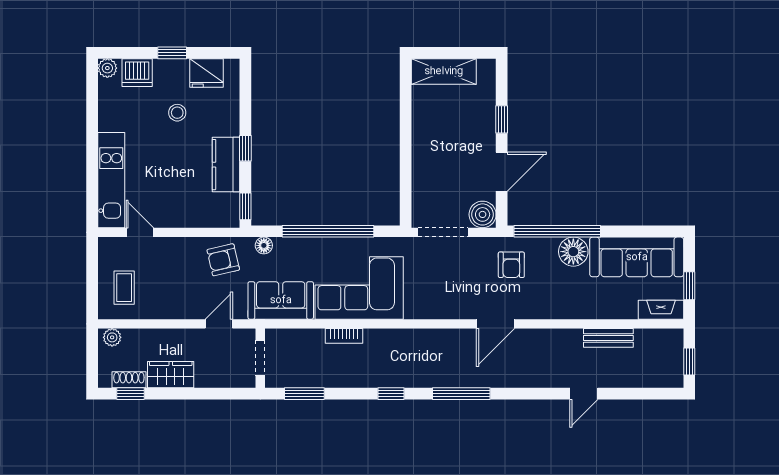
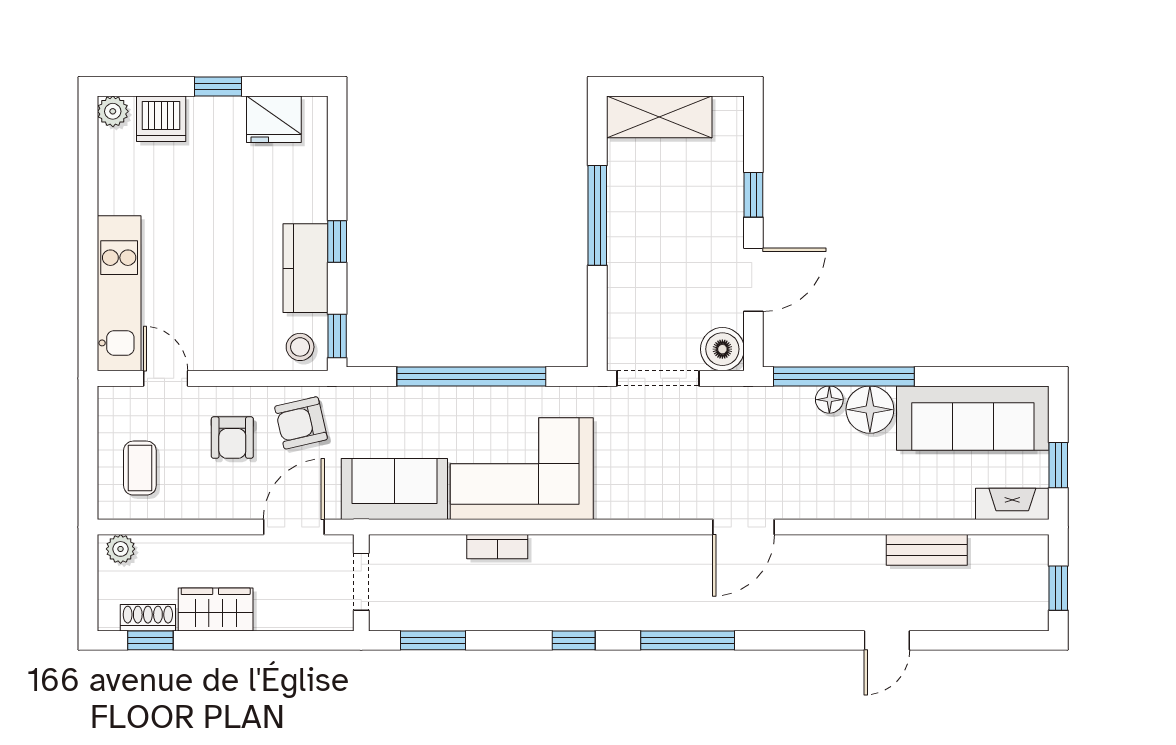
stool: (177, 113) -> (300, 347), moved
window: (406, 132) -> (597, 215), added
floor lamp: (264, 245) -> (829, 400), moved
armchair: (511, 265) -> (232, 438), moved
door: (219, 324) -> (294, 527), width x1.38

